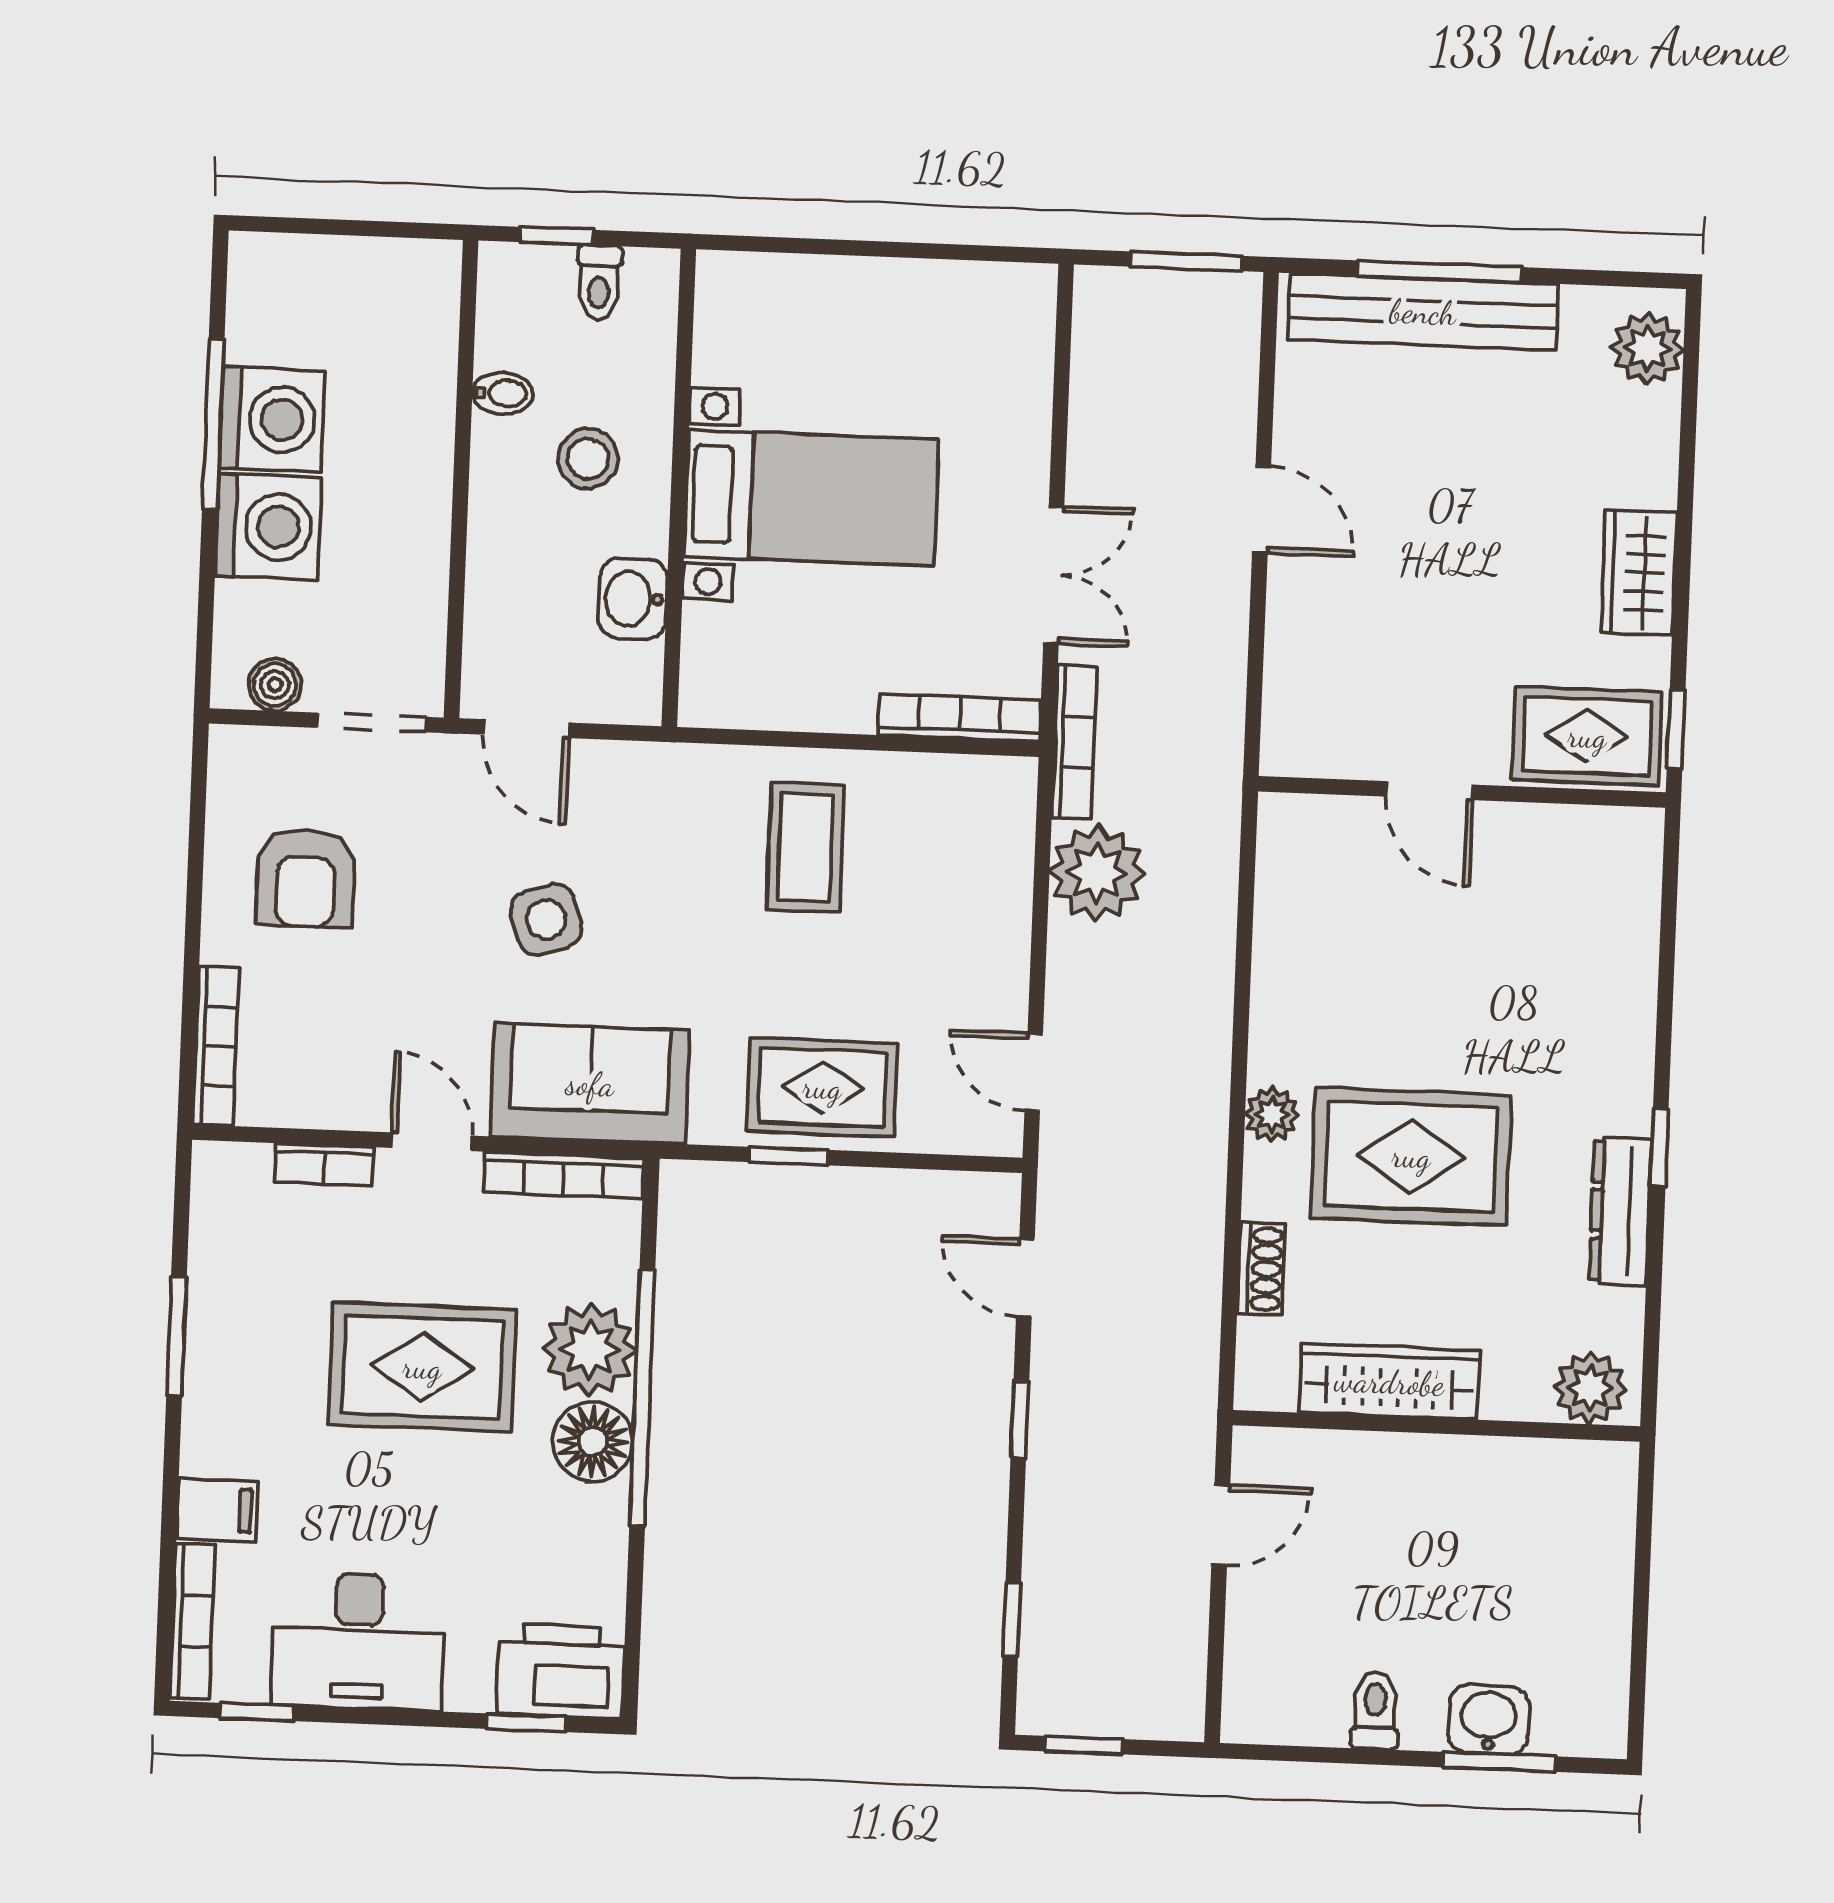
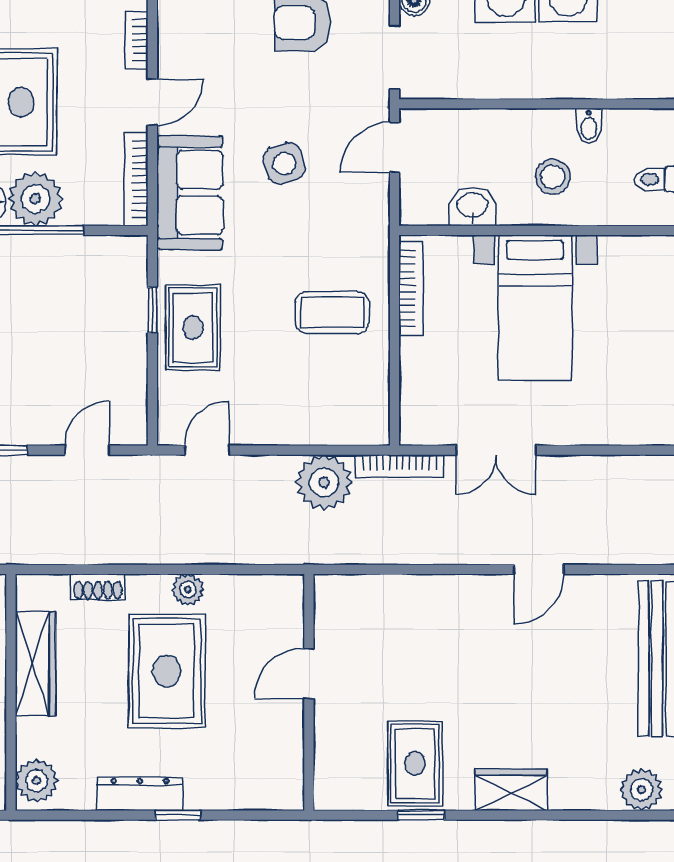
bookcase: (959, 718) -> (411, 288), moved
door: (1429, 791) -> (309, 673), moved
wall: (1462, 792) -> (309, 692), moved

